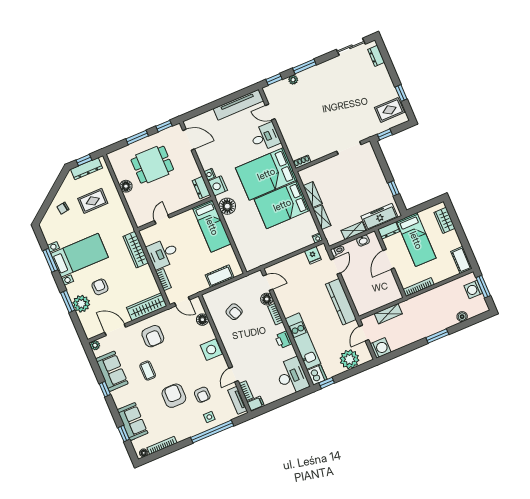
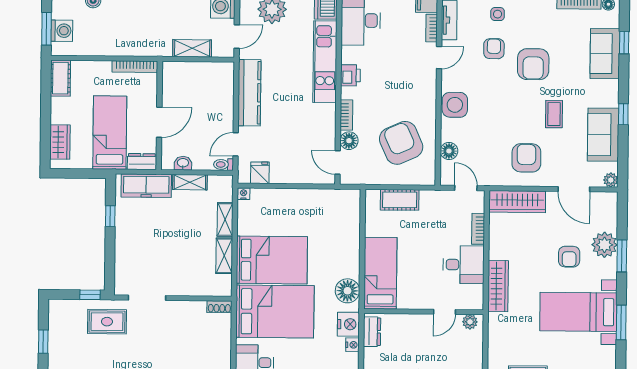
rug: (390, 110) -> (107, 322), moved
plant: (143, 220) -> (470, 322), added
armchair: (234, 312) -> (401, 143), width x1.88, depth x1.88

